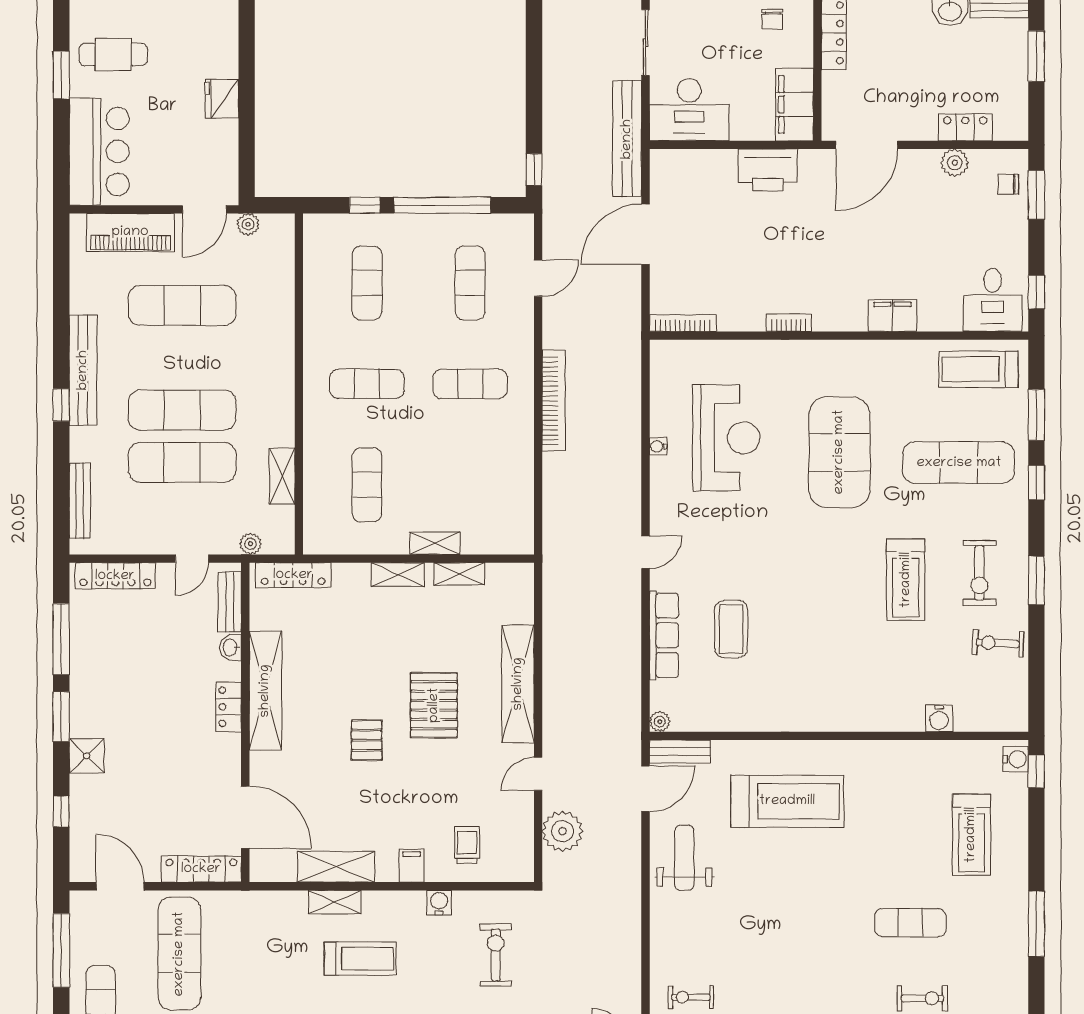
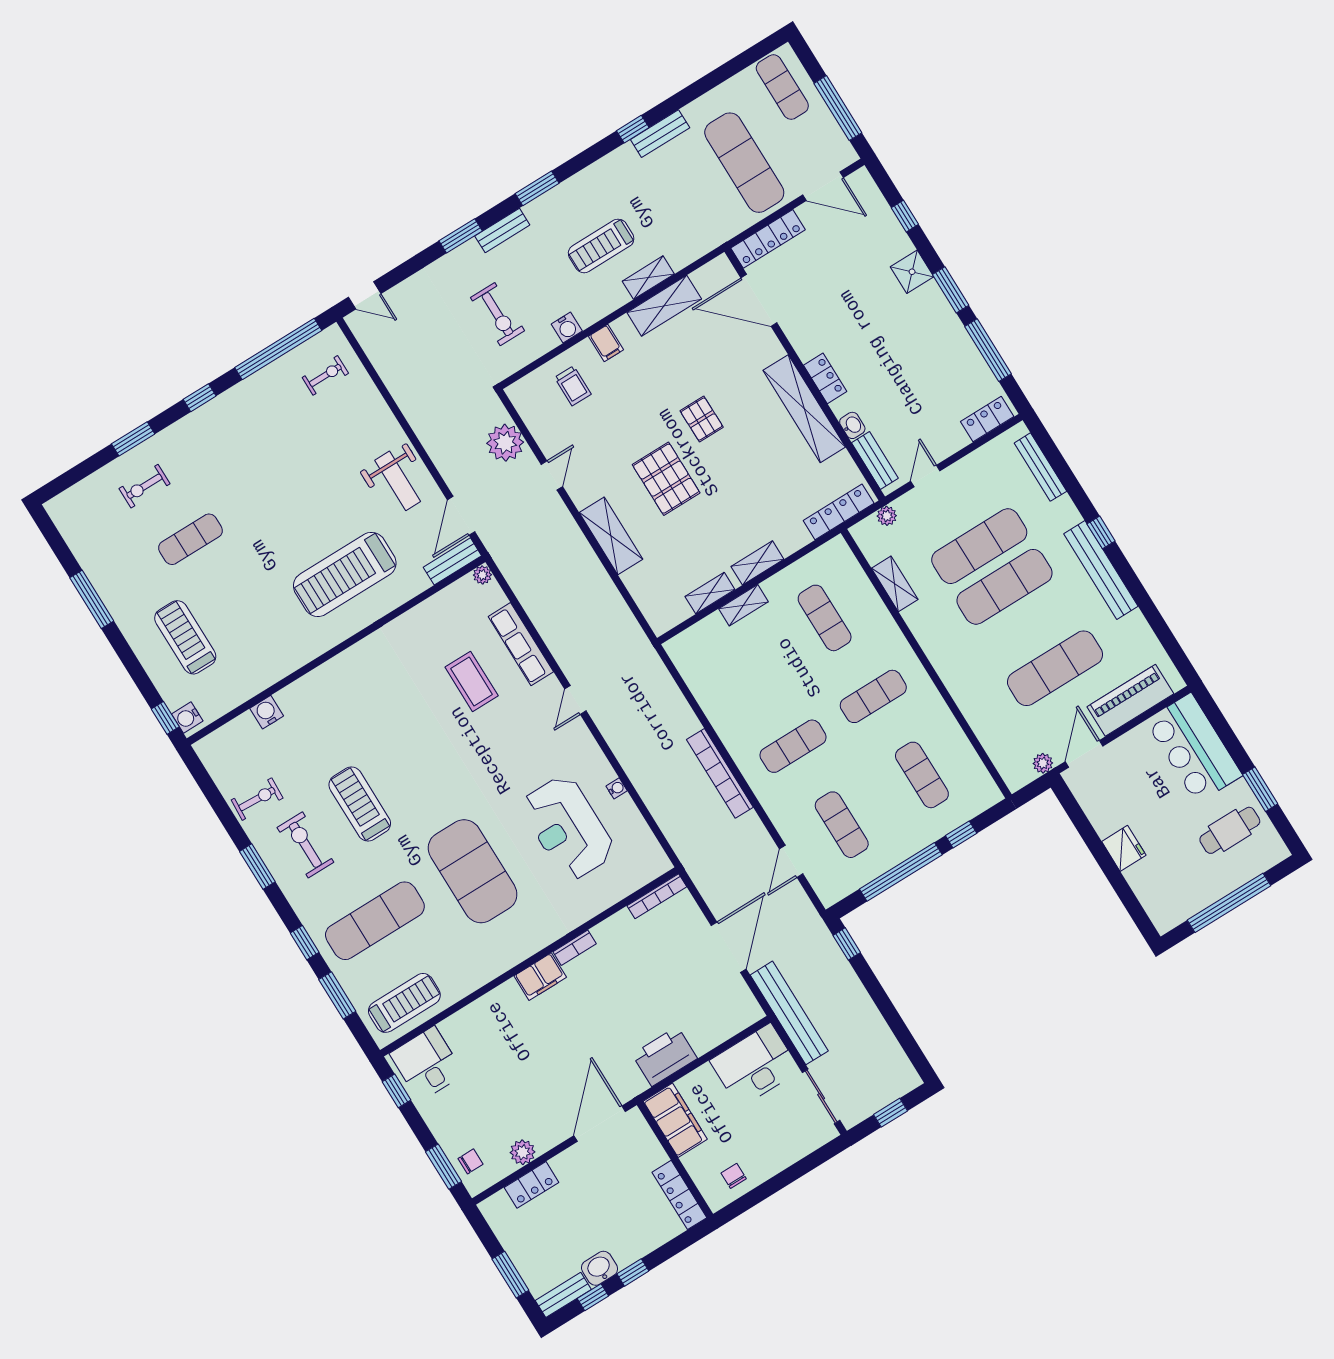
filing cabinet: (892, 316) -> (540, 977), moved
locker: (115, 576) -> (987, 419), width x0.66
shelving: (518, 684) -> (611, 536), width x0.68

